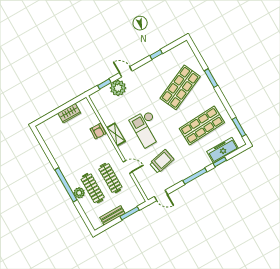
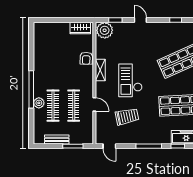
plant: (118, 88) -> (105, 30), moved
wardrobe: (69, 113) -> (80, 28), moved

